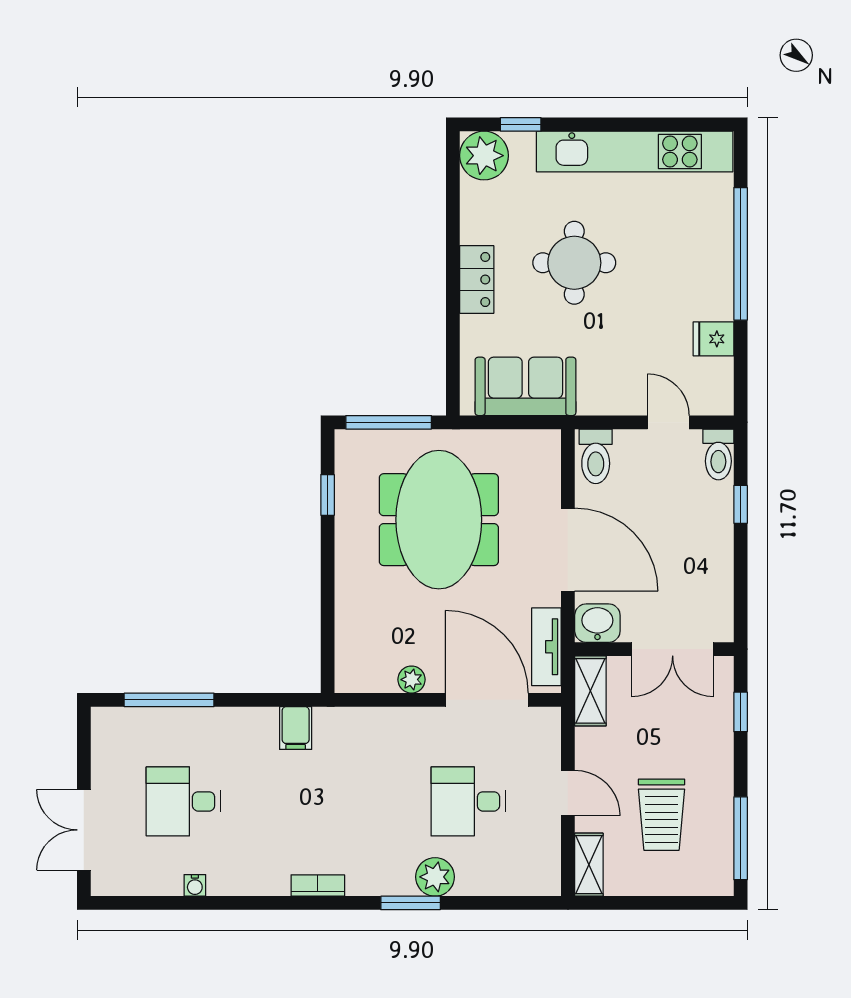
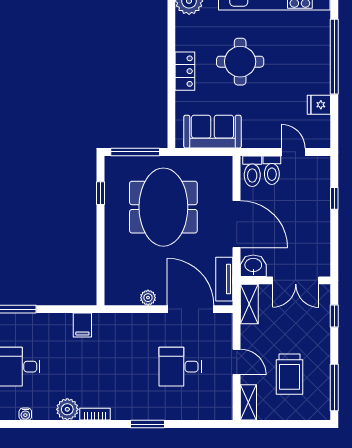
toilet: (718, 454) -> (272, 170), moved
plant: (435, 877) -> (67, 409), moved

